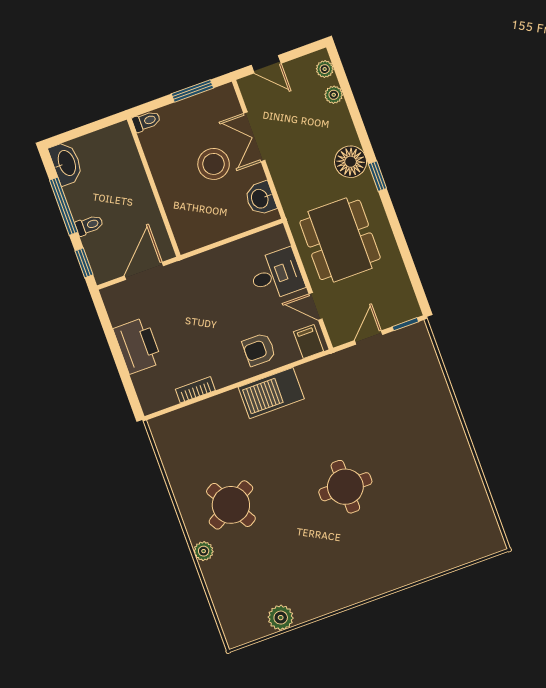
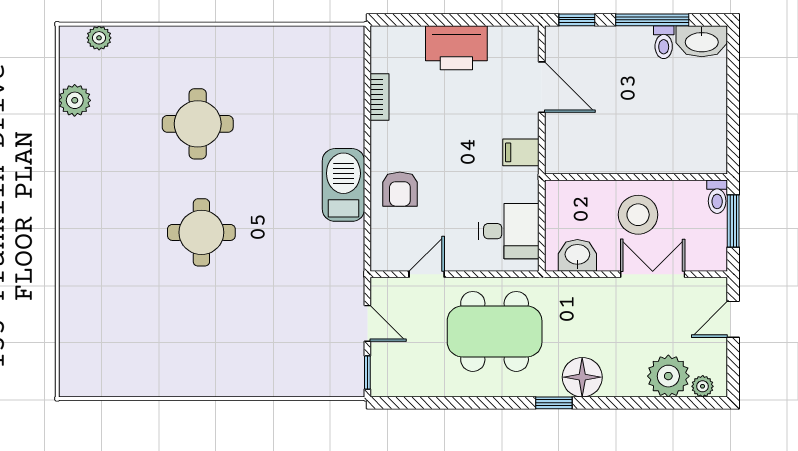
plant: (334, 95) -> (668, 376), width x1.88, depth x1.88
toilet: (146, 121) -> (717, 197), moved
wall: (154, 187) -> (636, 177), moved
toilet: (89, 225) -> (664, 42), moved
desk: (276, 275) -> (509, 231), moved, turned -90
filing cabinet: (309, 342) -> (521, 152), moved, turned 180
armchair: (259, 350) -> (400, 189), turned 180
round table: (231, 505) -> (198, 124), moved, turned 30
plant: (204, 551) -> (99, 38), moved

